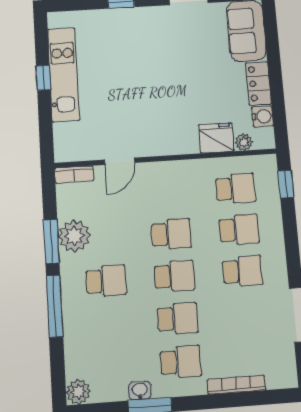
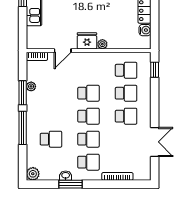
fridge: (216, 138) -> (87, 41), moved
plant: (244, 142) -> (102, 44), moved
plant: (74, 236) -> (31, 86), width x0.53, depth x0.53
school desk: (106, 281) -> (51, 139), moved

